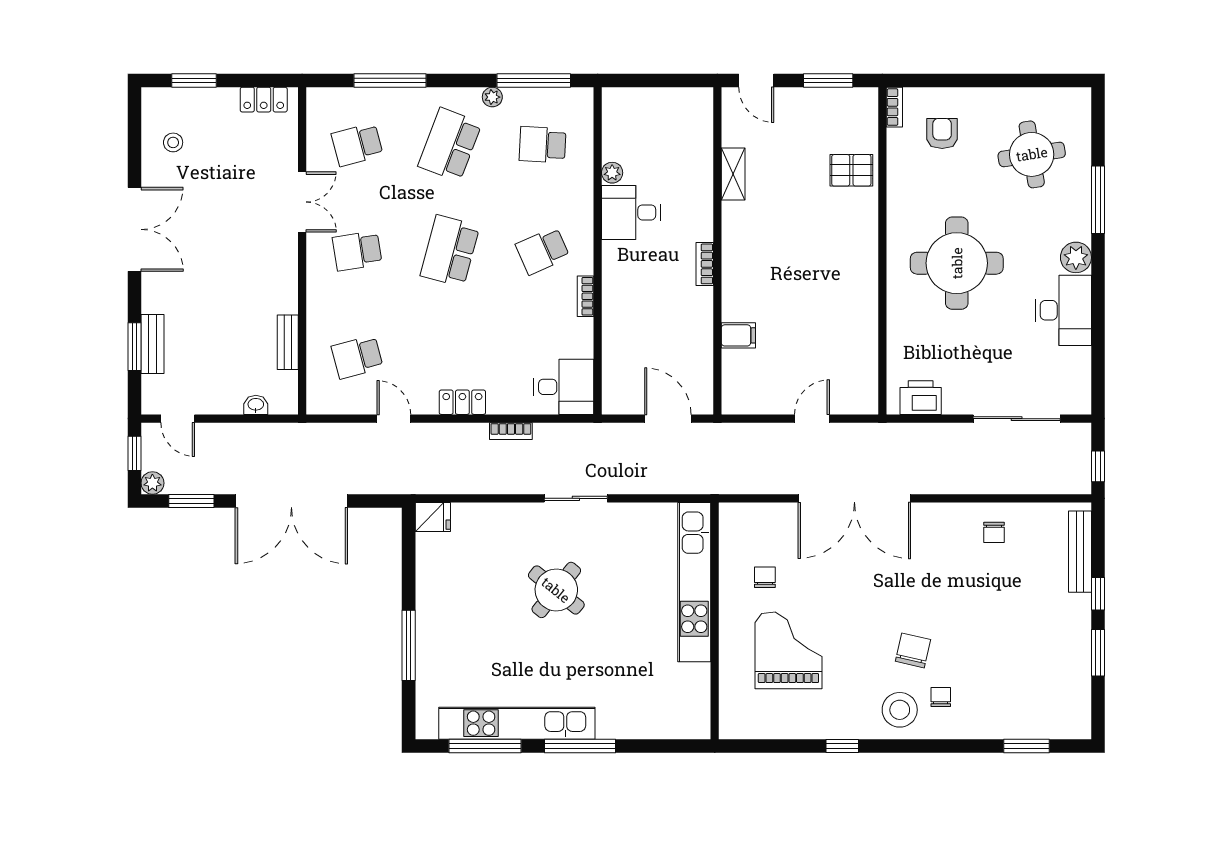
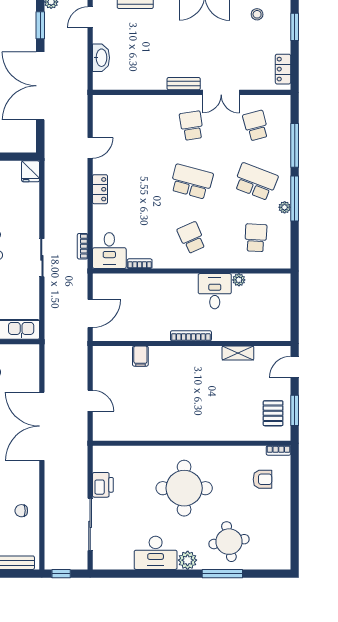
window: (534, 80) -> (295, 199), moved
round table: (1032, 154) -> (229, 542), moved
pallet: (851, 170) -> (273, 413), moved
bookcase: (705, 264) -> (191, 336), width x1.56
bookcase: (585, 296) -> (140, 264), moved
bench: (288, 342) -> (184, 84), moved
school desk: (357, 357) -> (127, 126), removed
printer: (921, 398) -> (103, 485), moved
washbasin: (256, 405) -> (101, 58), width x1.91, depth x1.45
bookcase: (511, 431) -> (83, 246), moved

